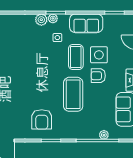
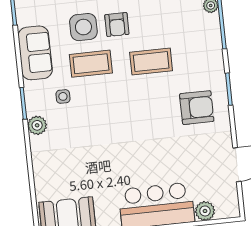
plant: (53, 18) -> (33, 107), removed
coffee table: (73, 94) -> (151, 62), width x0.73, depth x0.76

